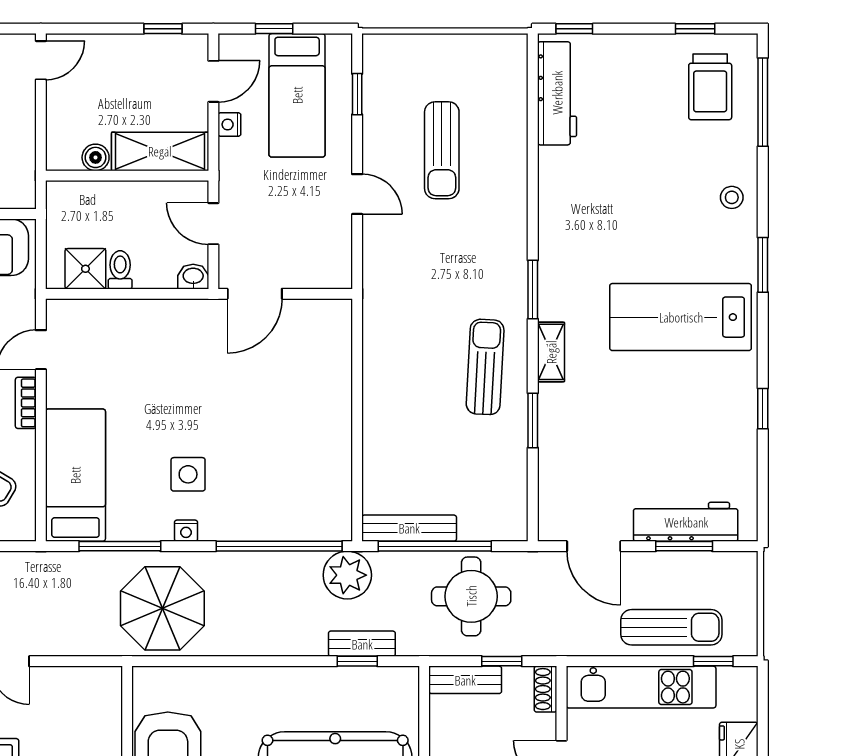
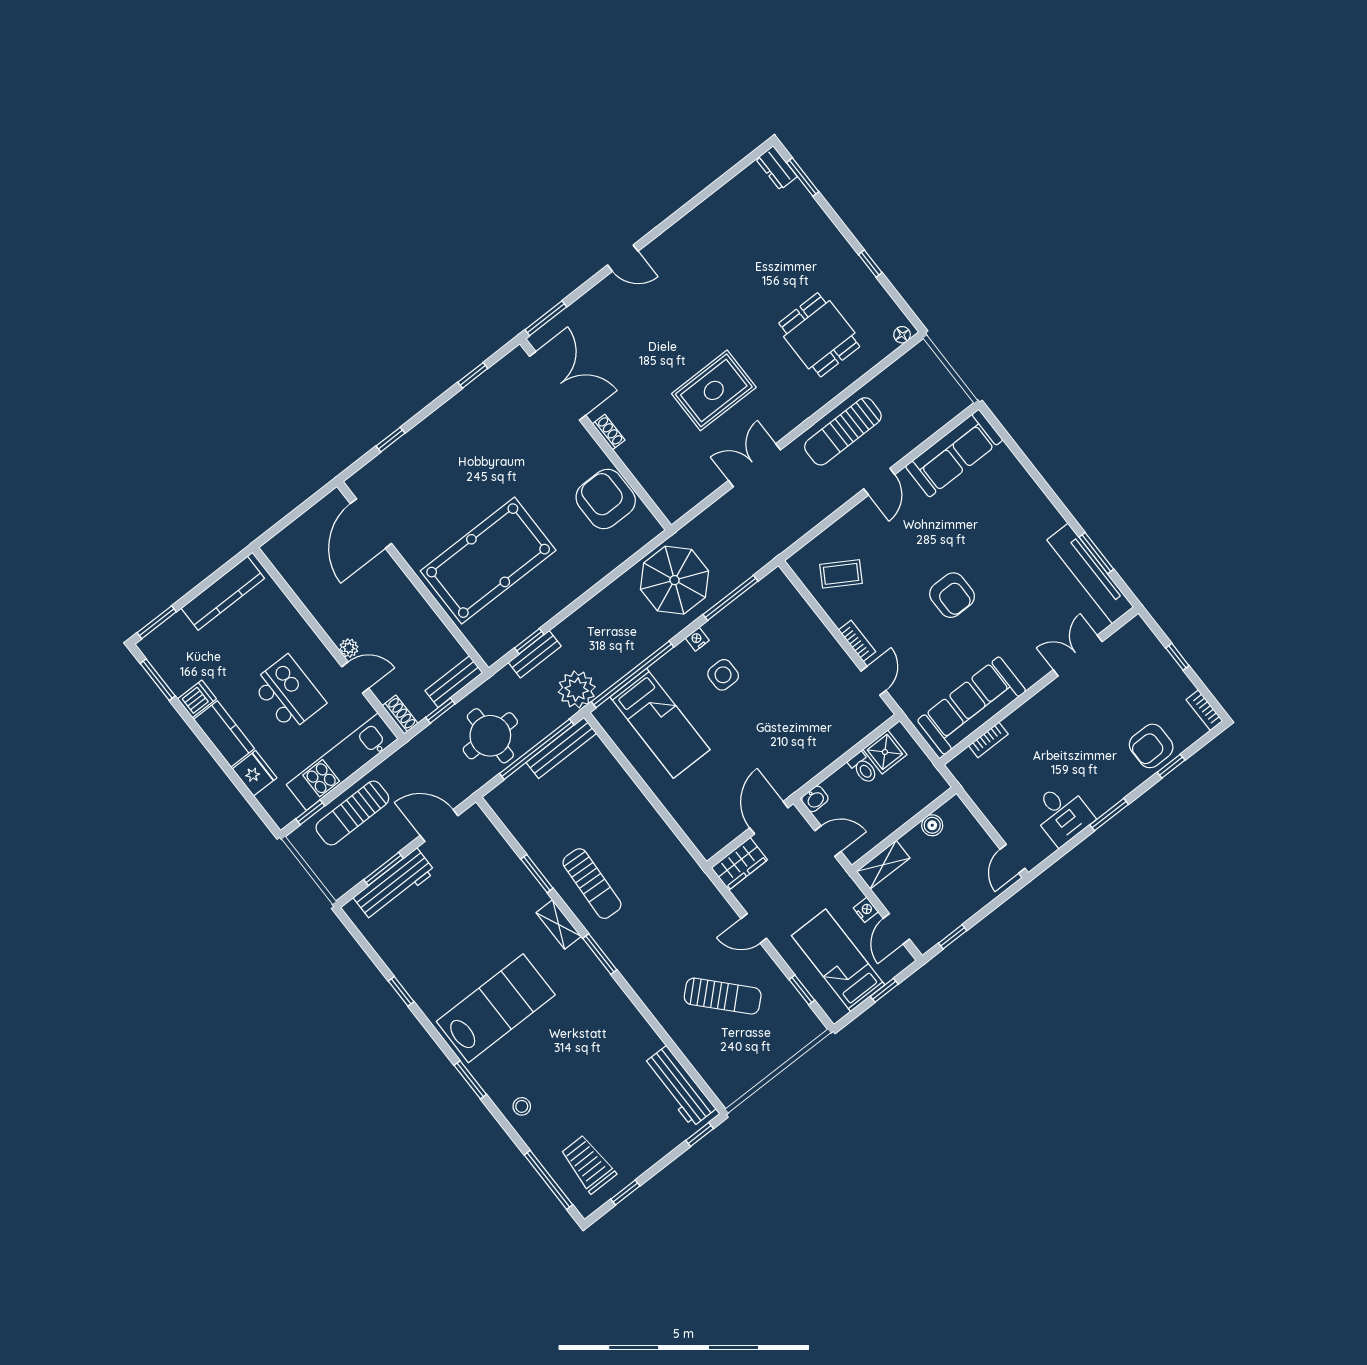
sun lounger: (442, 150) -> (723, 996), turned 137
shelving: (160, 151) -> (883, 865), width x0.67, depth x0.75
wardrobe: (321, 271) -> (739, 864), added
bed: (75, 475) -> (660, 723), moved

